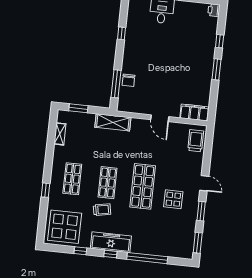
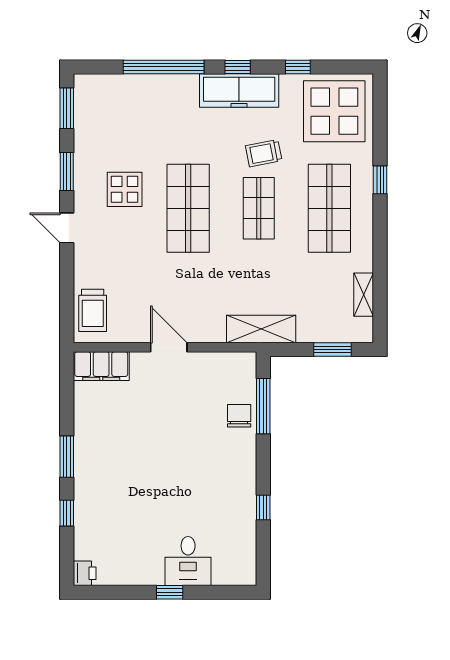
shop shelf: (72, 179) -> (329, 208), width x1.43, depth x1.36

